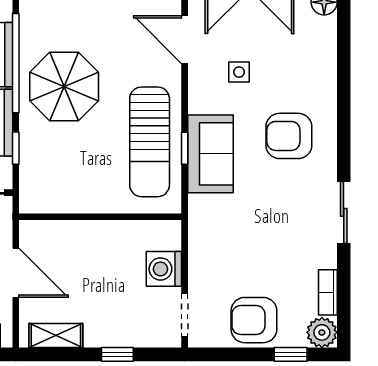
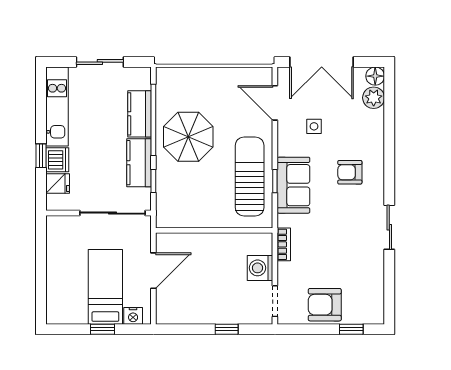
armchair: (289, 136) -> (350, 172), width x0.72, depth x0.72
sun lounger: (150, 142) -> (250, 177), turned 180
door: (16, 273) -> (153, 271), hinge flipped
bookcase: (328, 292) -> (284, 244), moved, turned 180
plant: (322, 332) -> (374, 98), moved
shelving: (56, 336) -> (182, 316), removed

